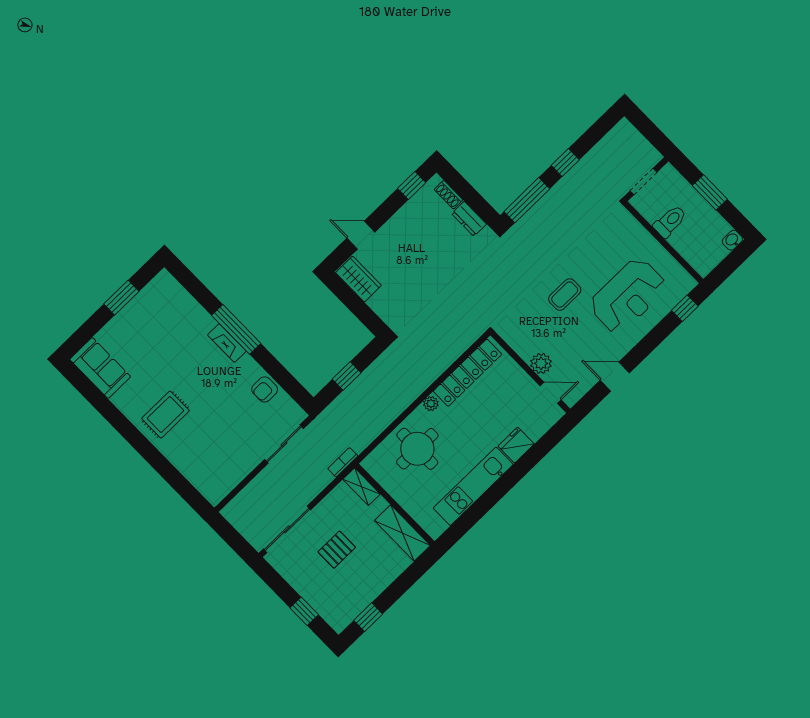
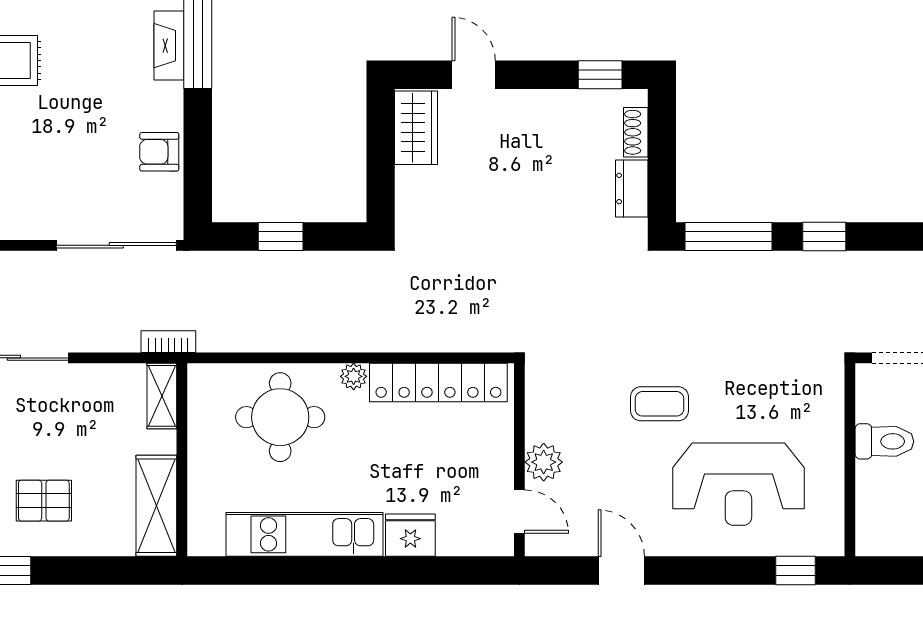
sliding door: (284, 444) -> (116, 245), width x1.37
pallet: (337, 550) -> (44, 501), moved

